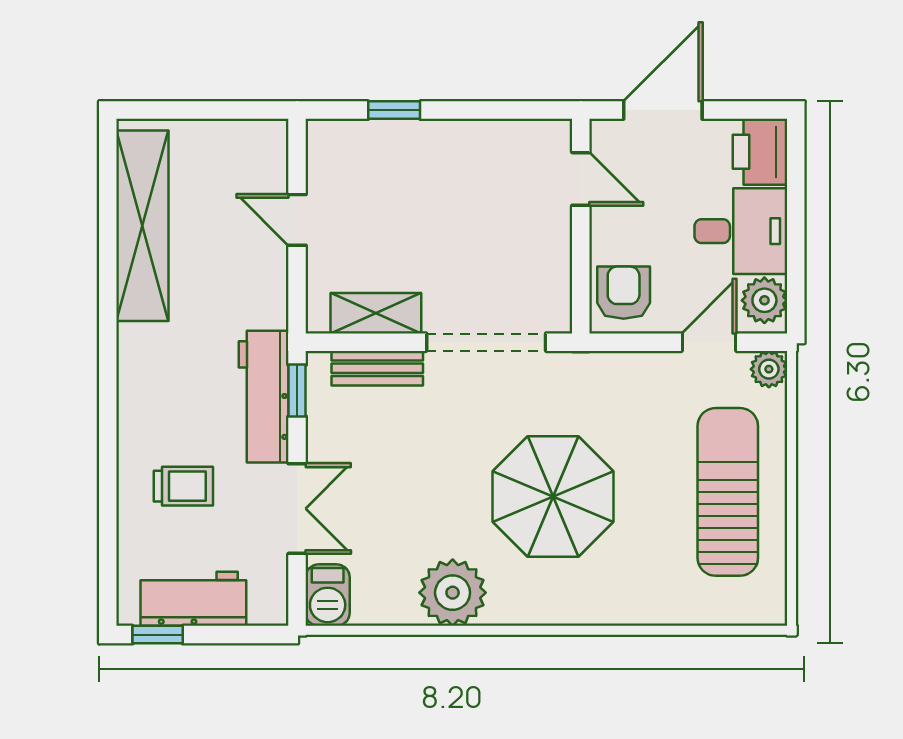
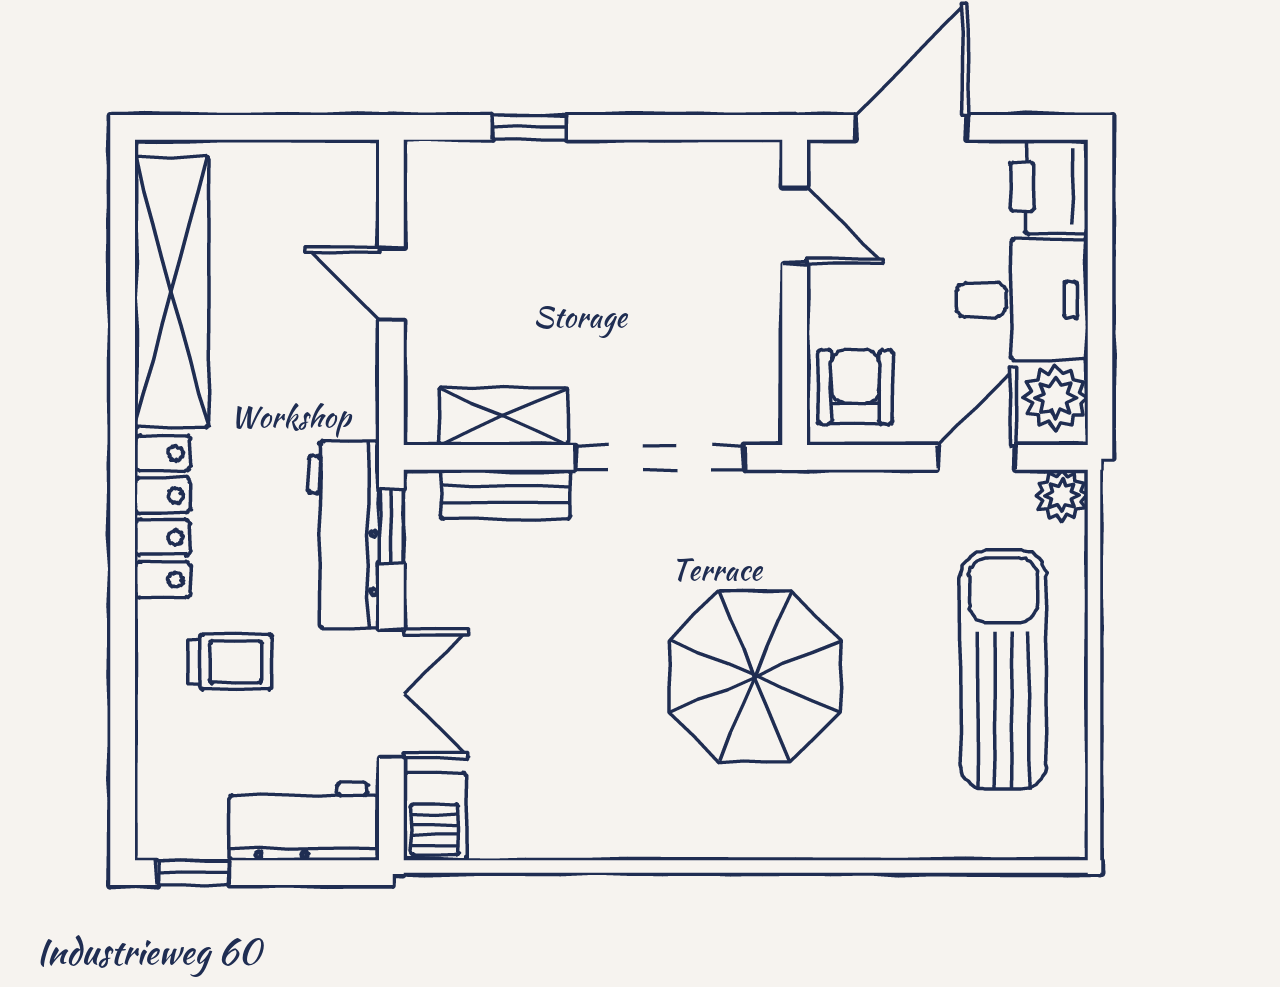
locker: (136, 384) -> (163, 516), added
plant: (453, 593) -> (612, 813), removed
workbench: (193, 599) -> (304, 822), moved

